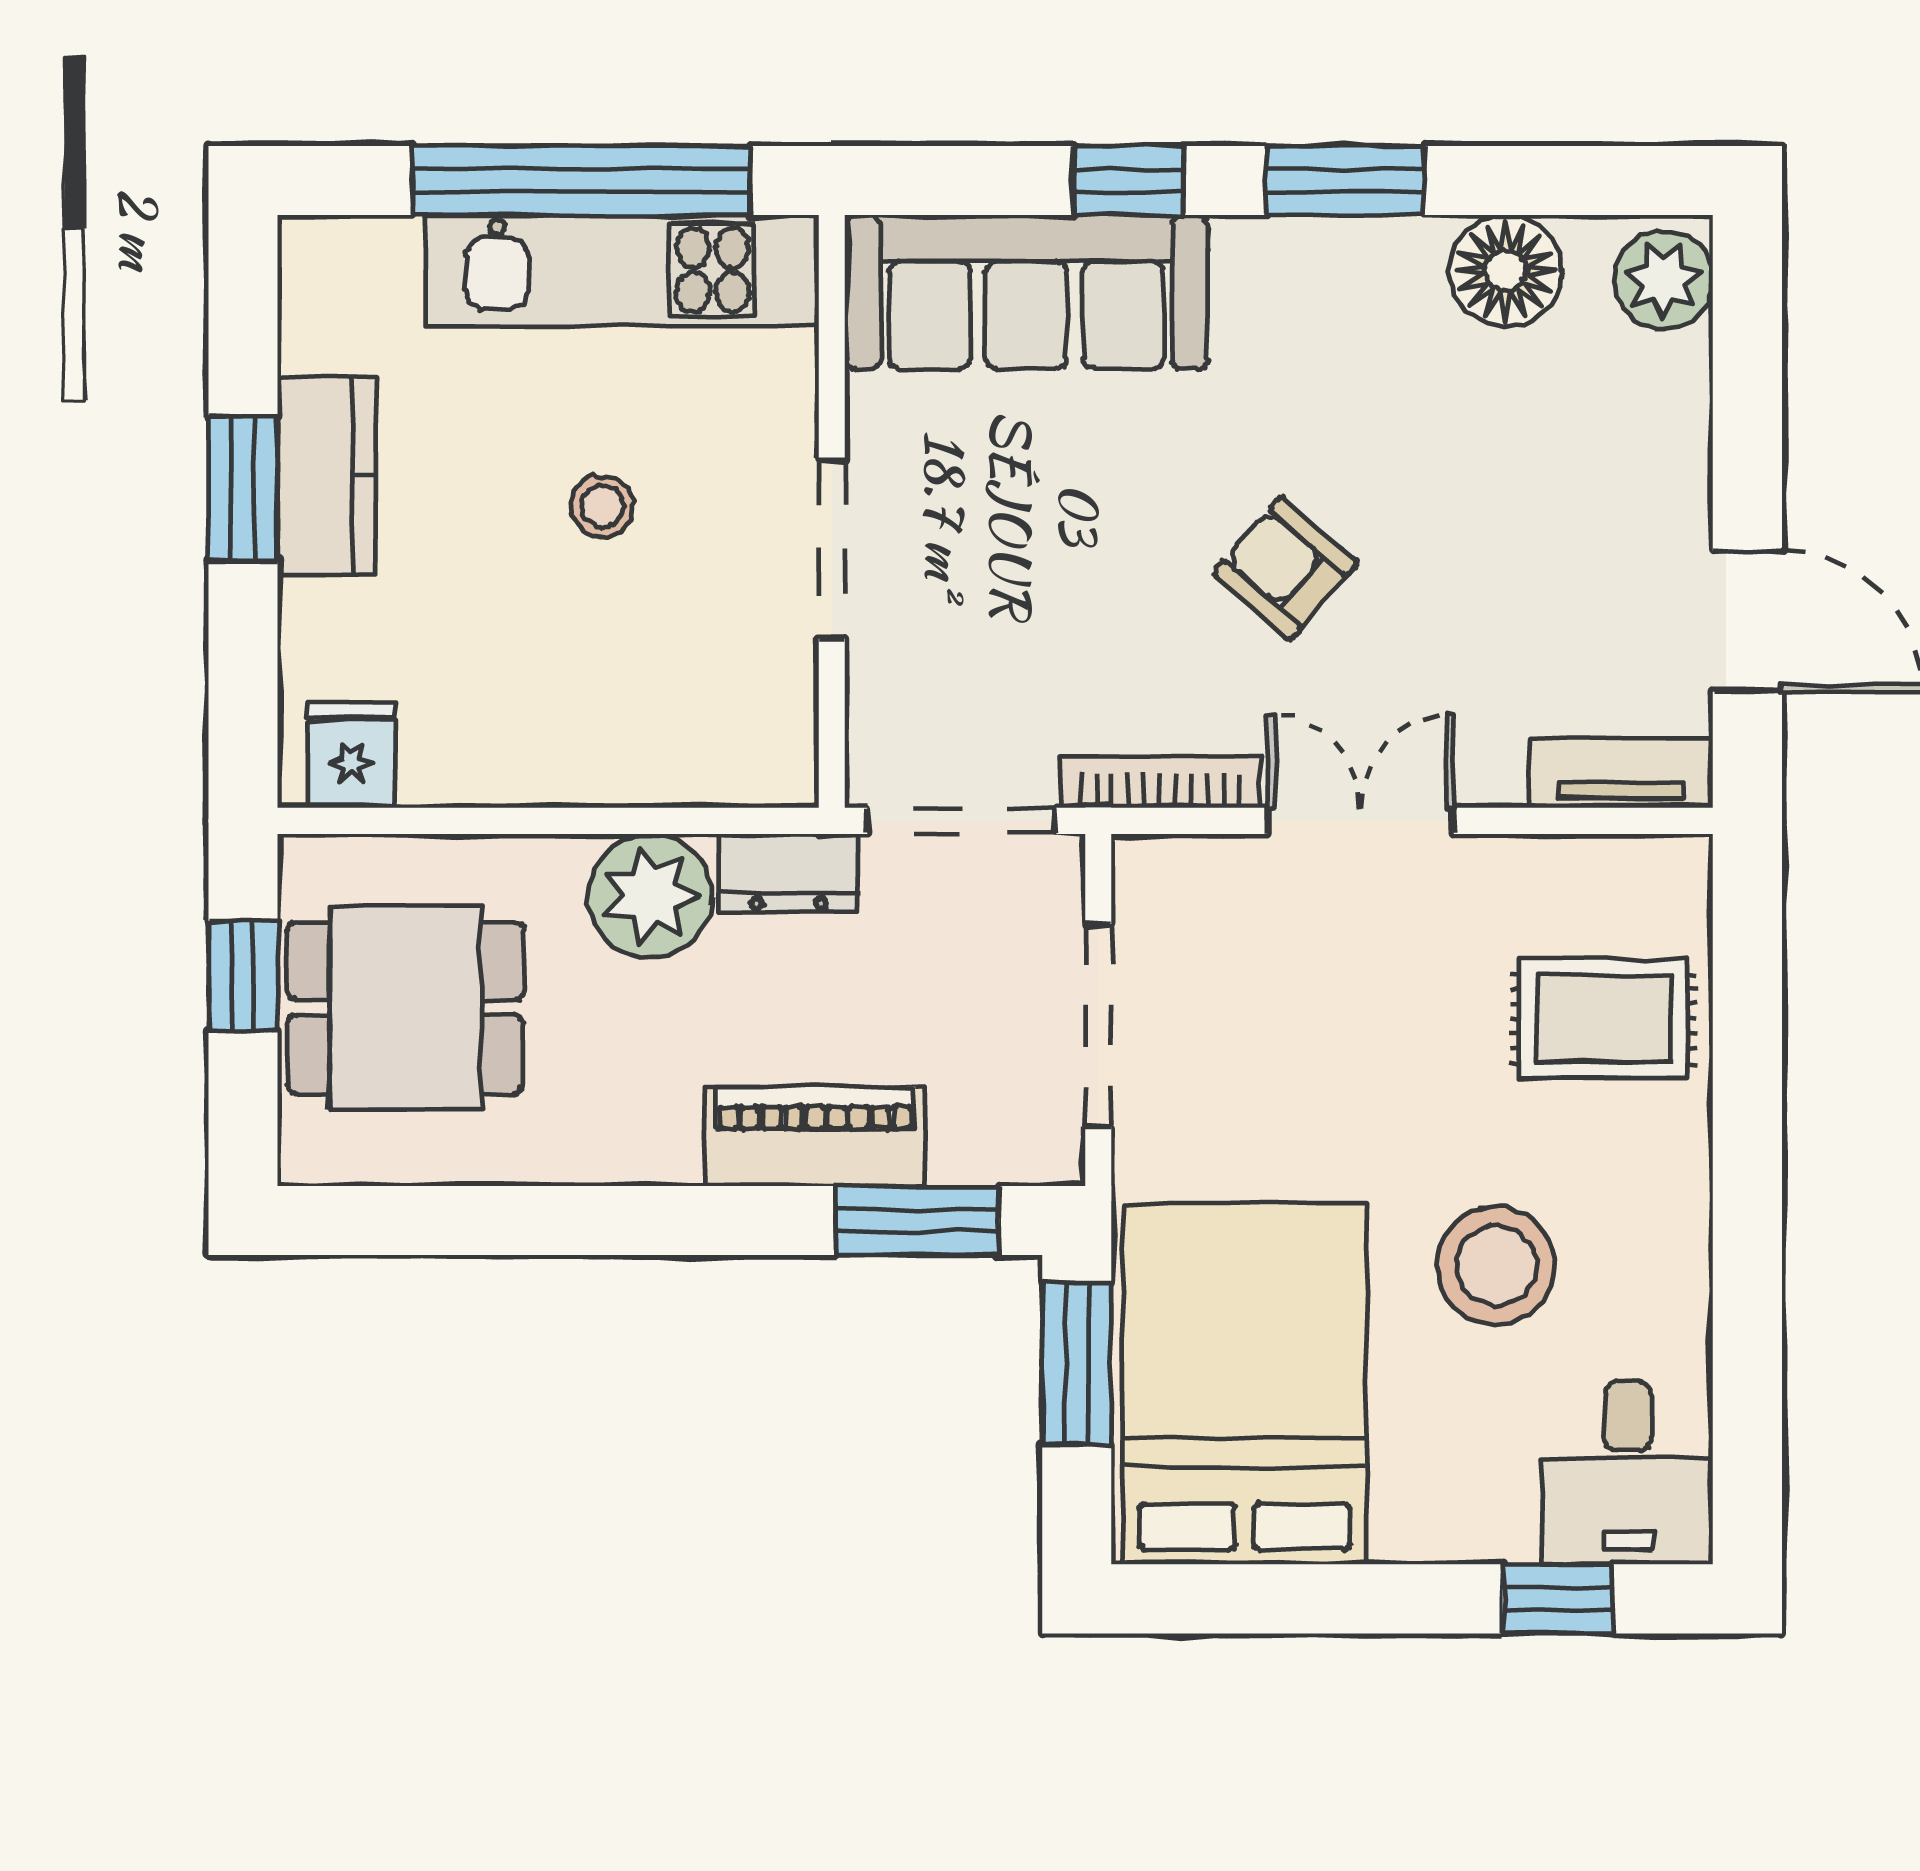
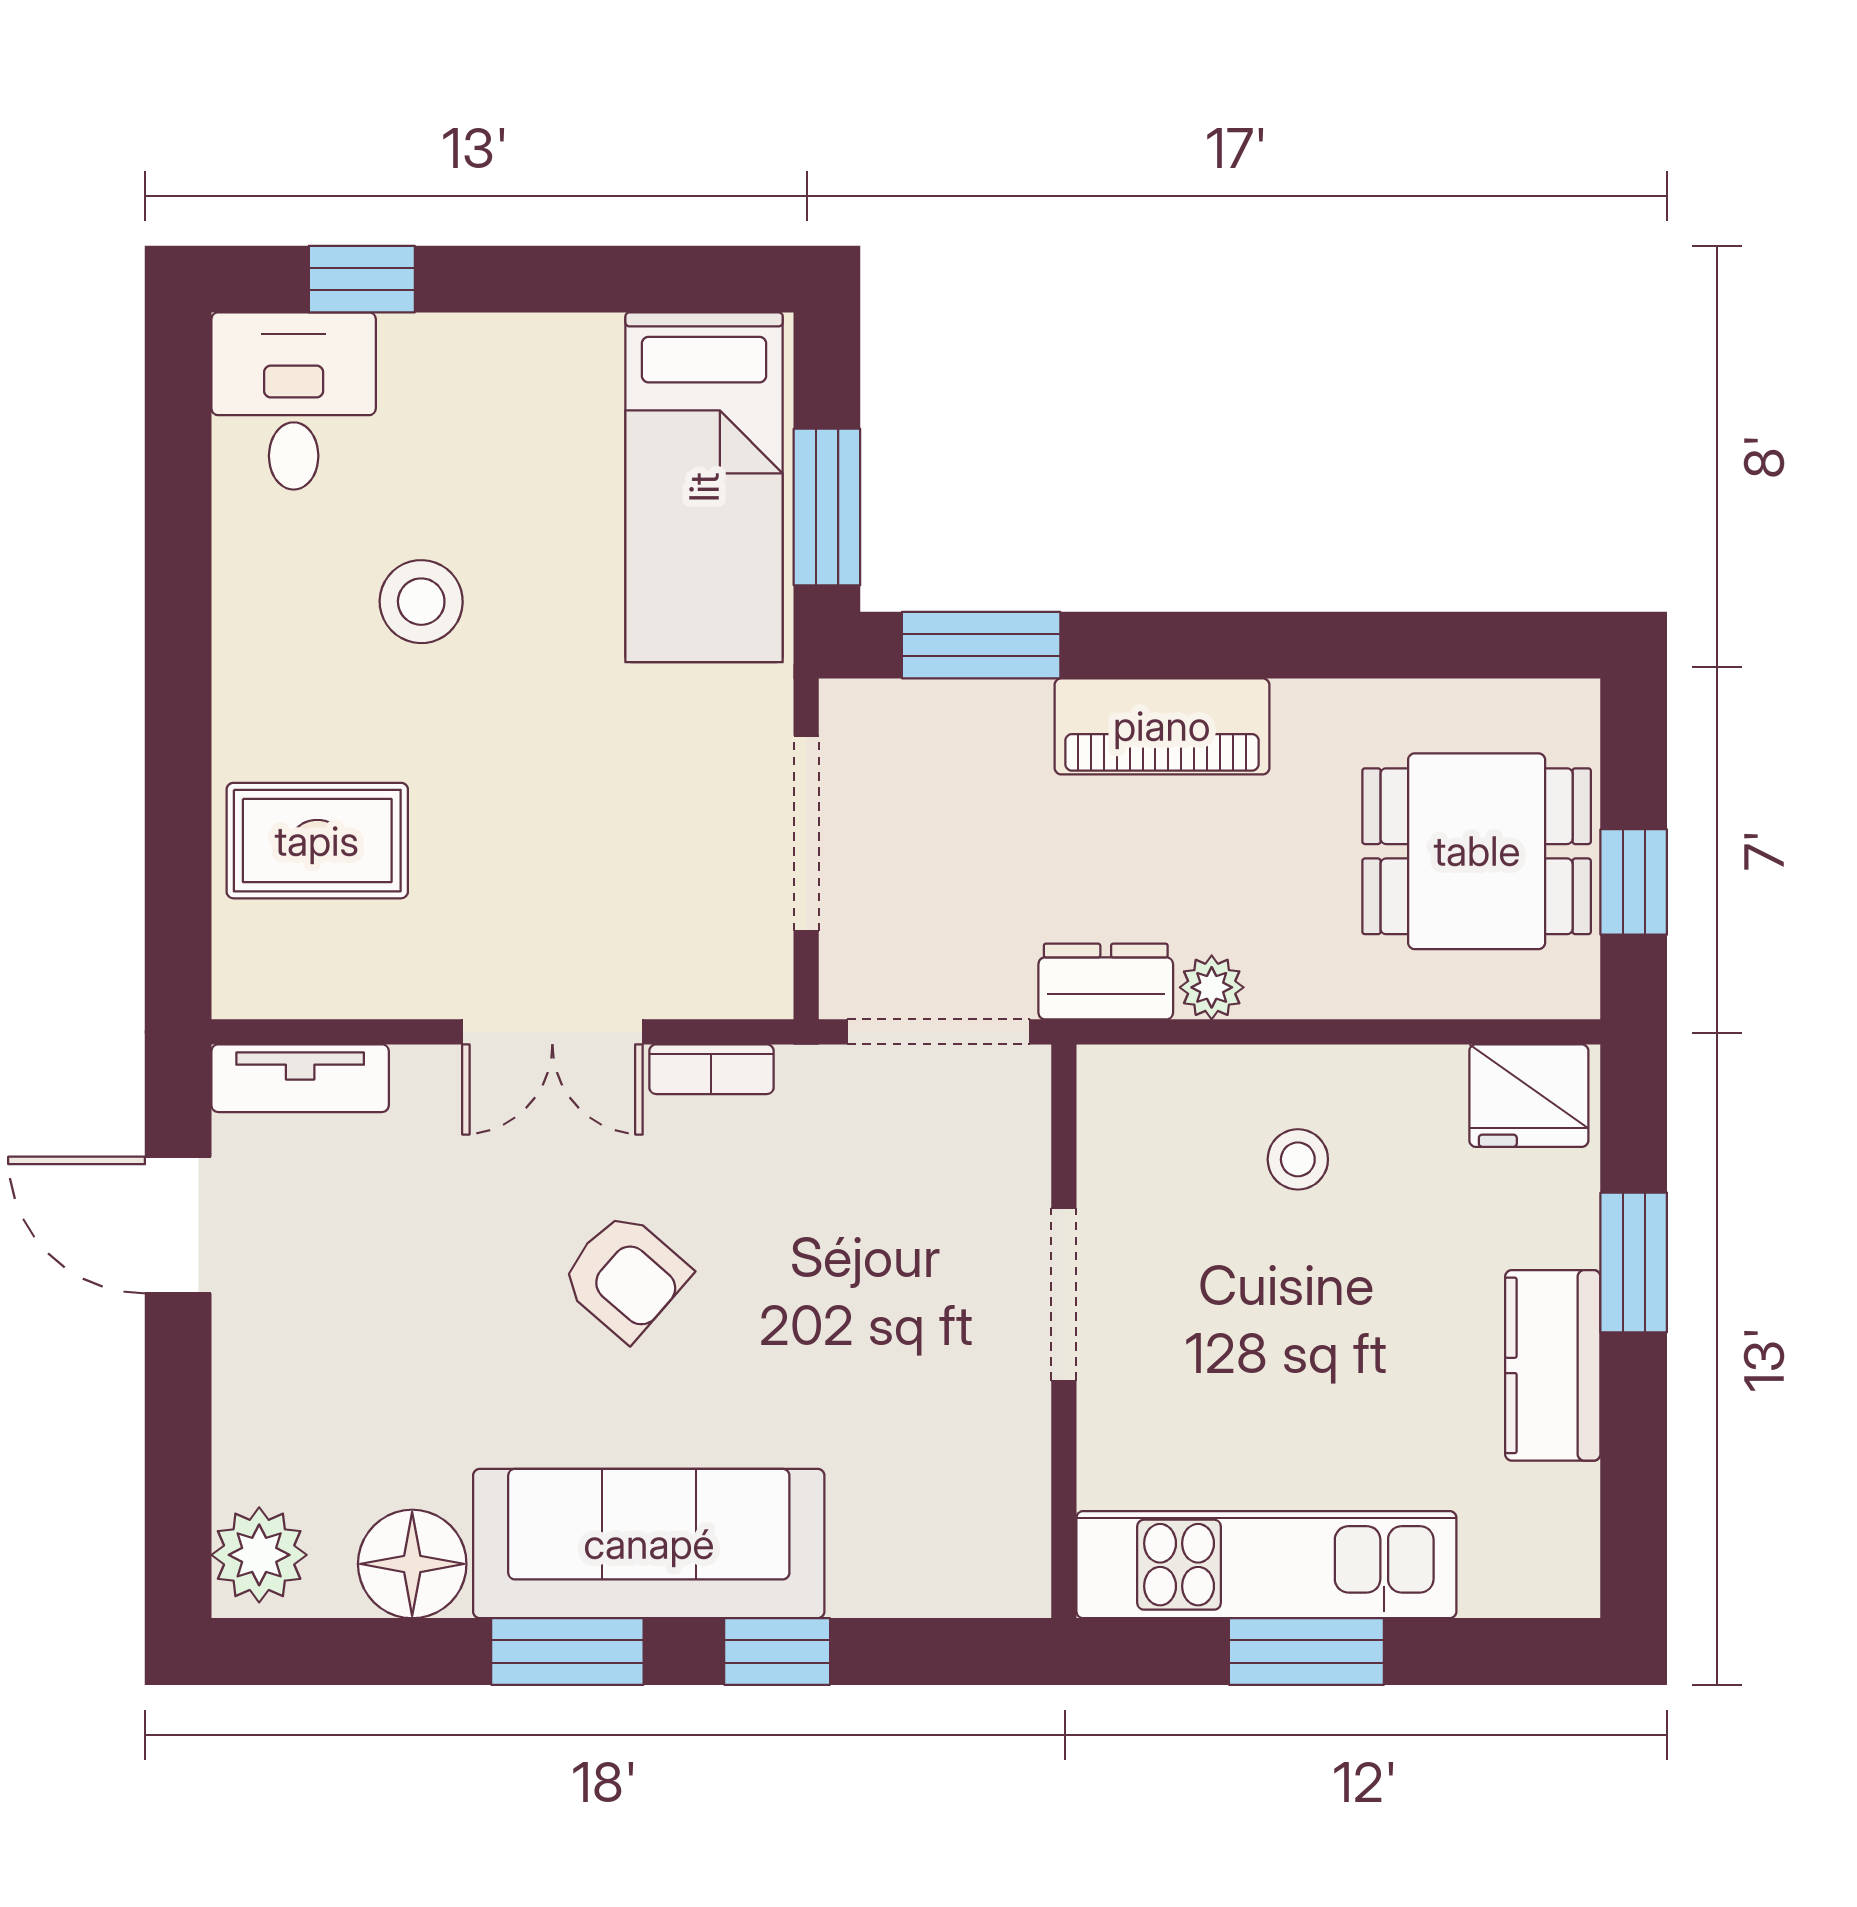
window: (581, 180) -> (1306, 1651), width x0.47
sofa: (1026, 292) -> (649, 1544), moved
window: (243, 489) -> (1634, 1262), moved
stool: (602, 506) -> (1298, 1159), moved
fridge: (351, 755) -> (1529, 1096), width x1.38
bookcase: (1160, 782) -> (711, 1069), width x0.64
plant: (650, 896) -> (1212, 987), width x0.53, depth x0.53
piano: (815, 1137) -> (1162, 726), moved
stool: (1496, 1266) -> (421, 602), width x0.73, depth x0.73
bed: (1245, 1384) -> (704, 487), width x0.67

